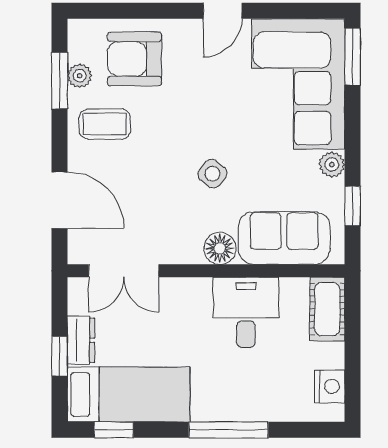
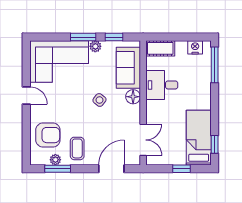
window: (353, 57) -> (83, 37), moved
armchair: (135, 59) -> (48, 135), turned -90
dresser: (81, 340) -> (174, 159), removed
window: (229, 430) -> (215, 65), moved

